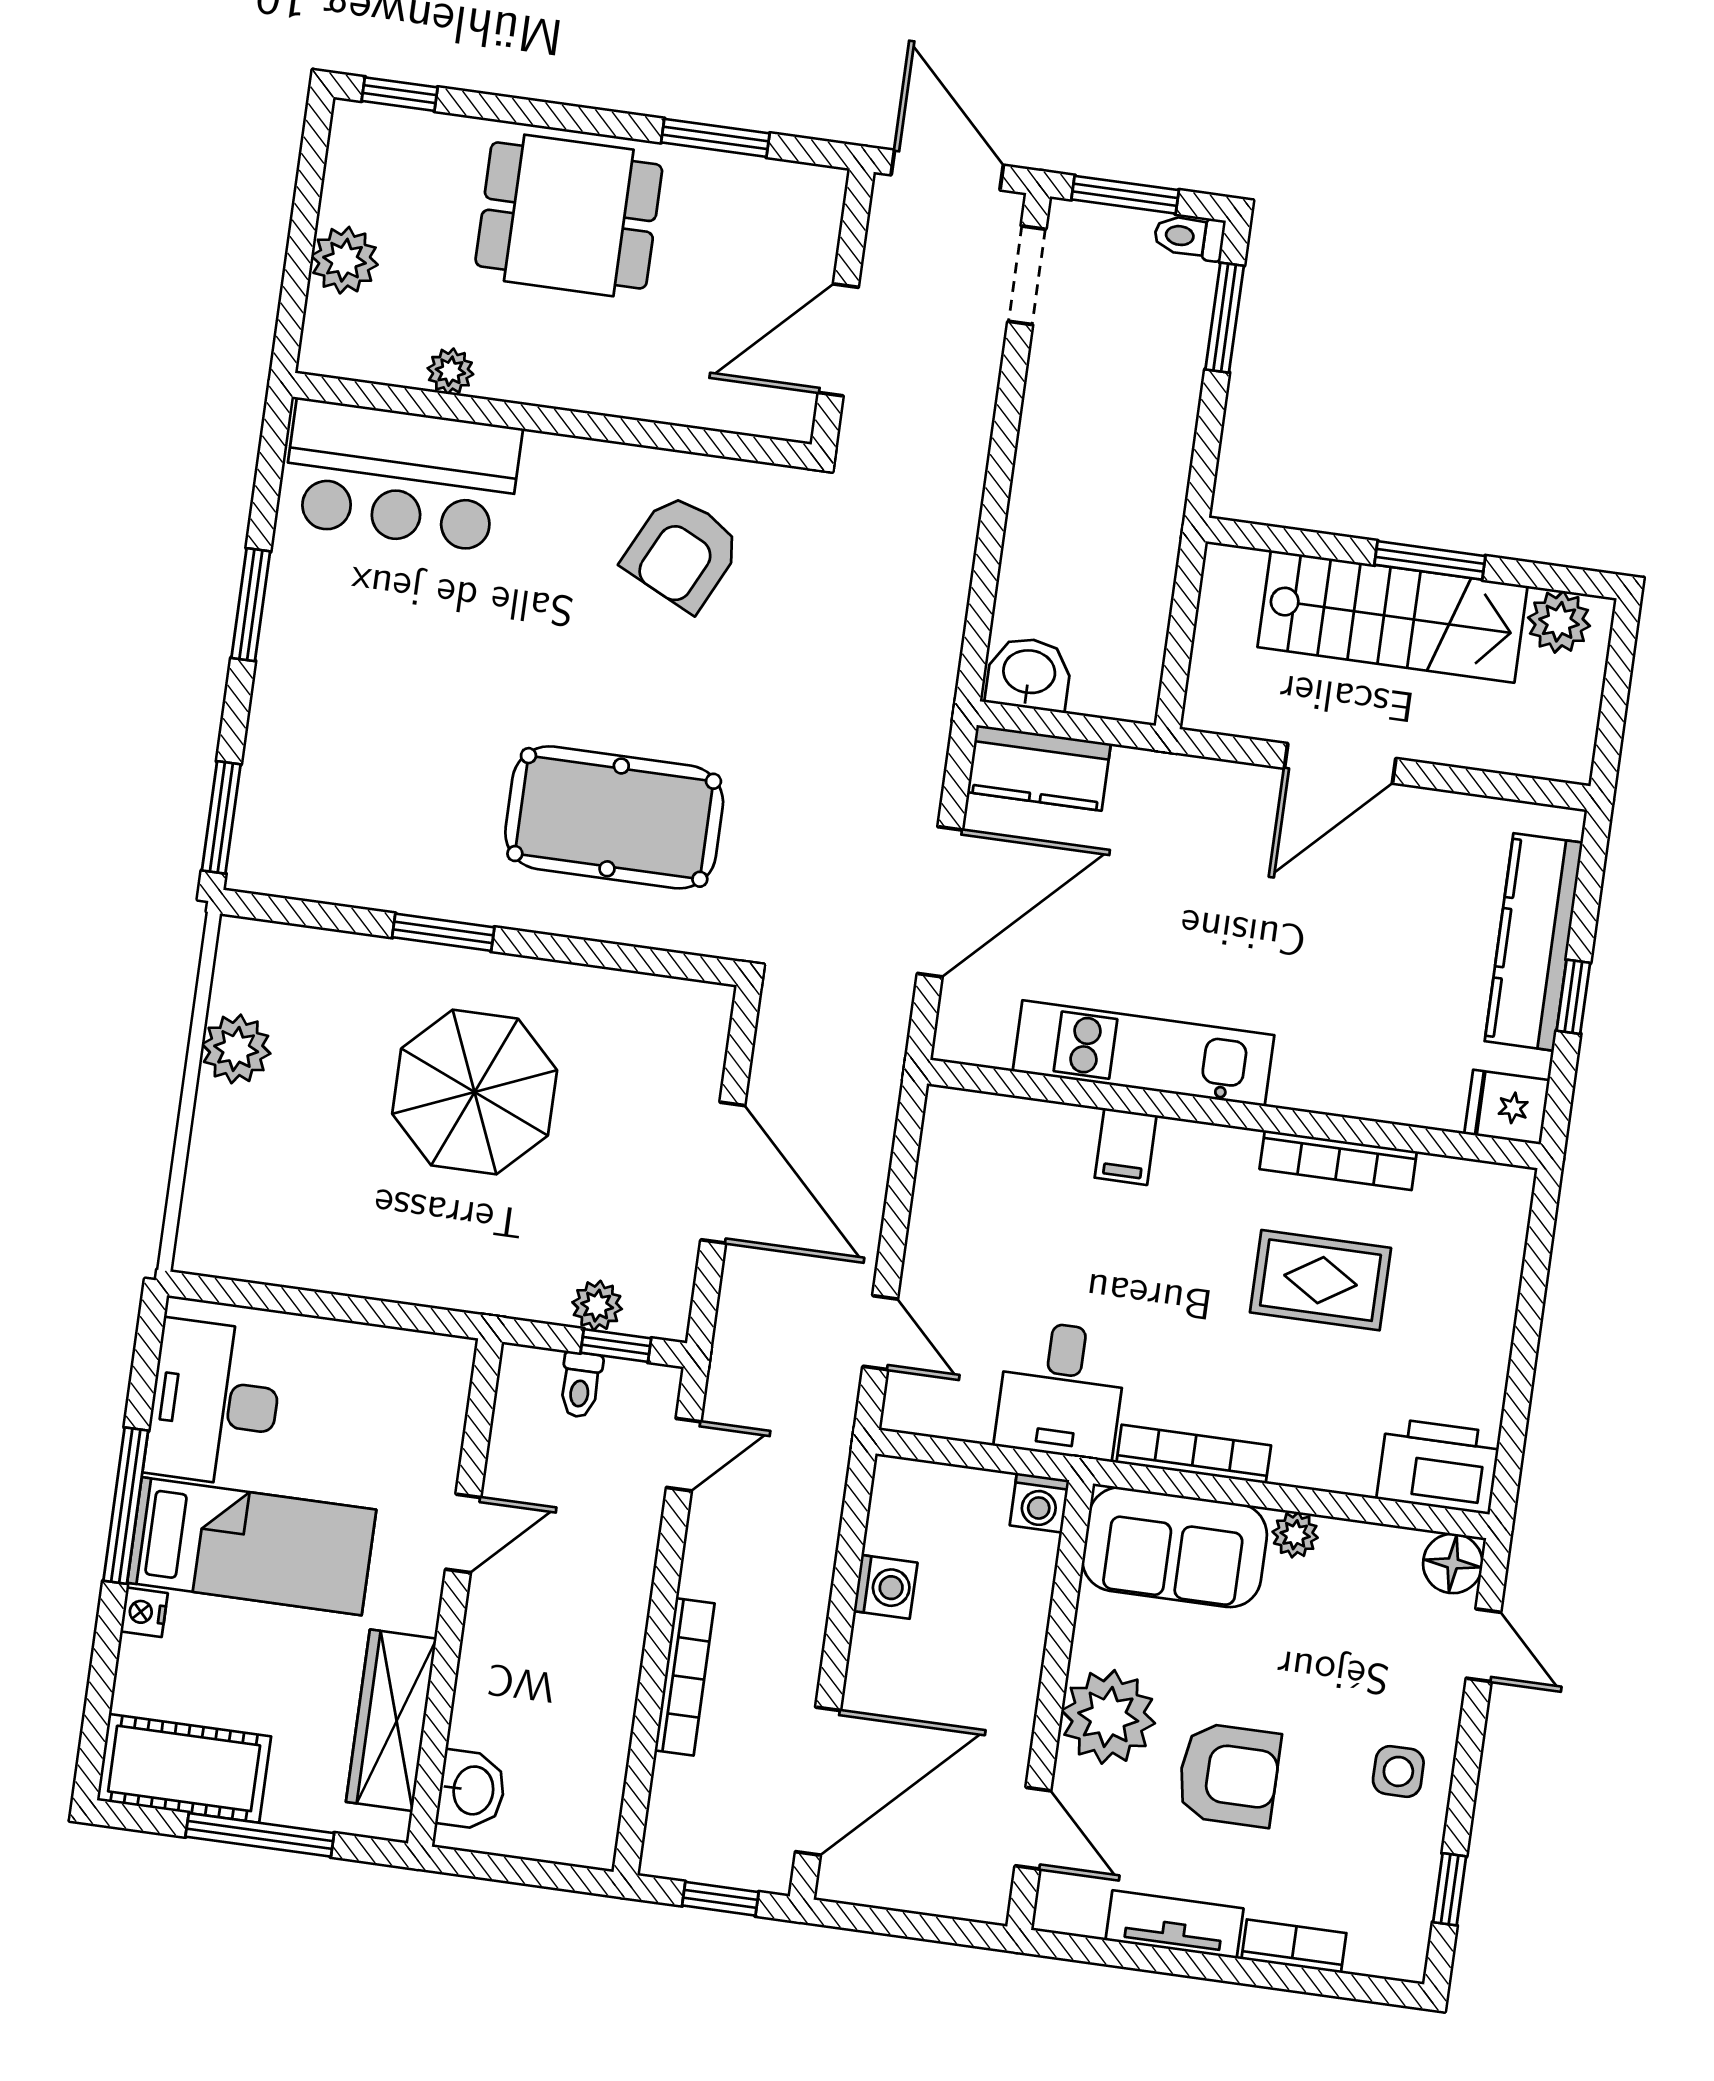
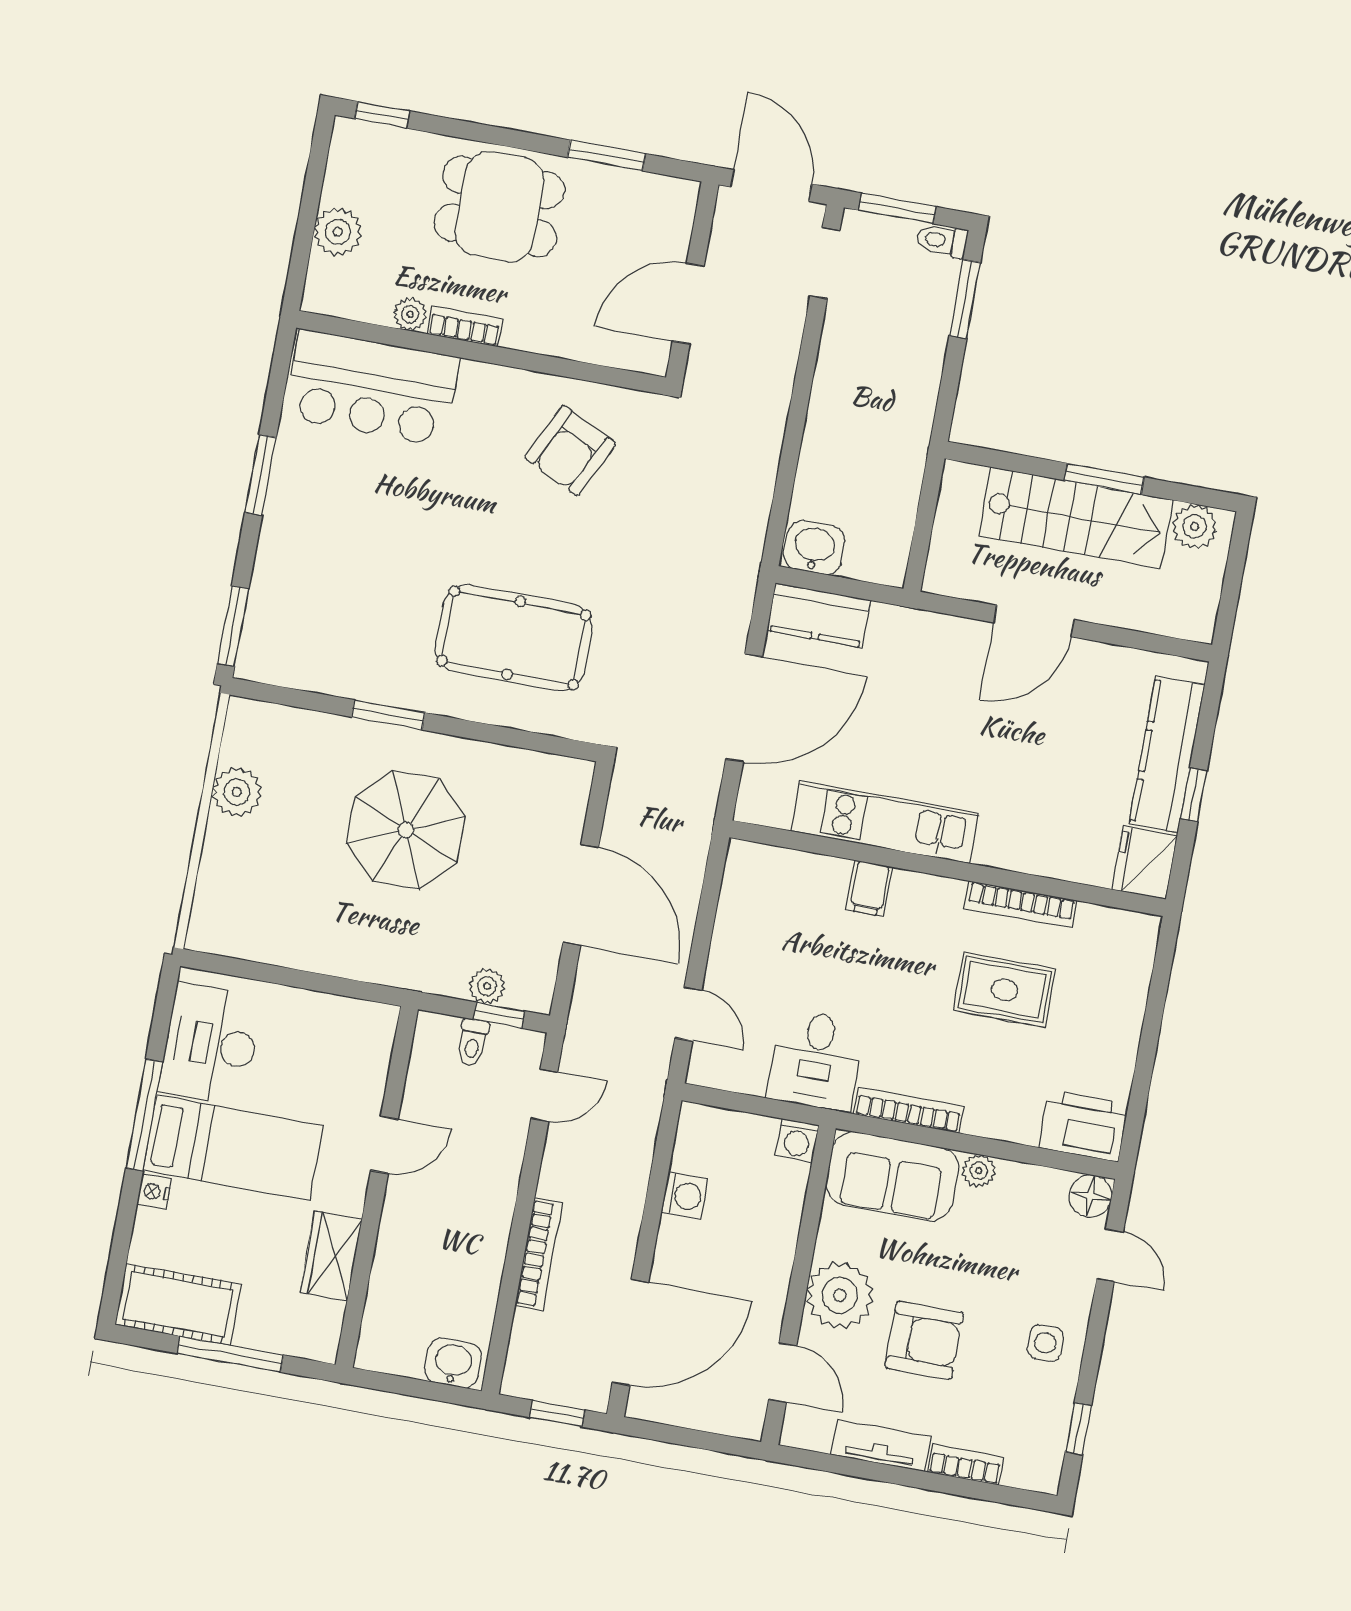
bookcase: (528, 385) -> (465, 326), added
fridge: (1507, 1107) -> (1145, 863), width x1.38
wardrobe: (391, 1720) -> (331, 1256), width x0.67
washbasin: (472, 1790) -> (453, 1363), moved, turned -90

